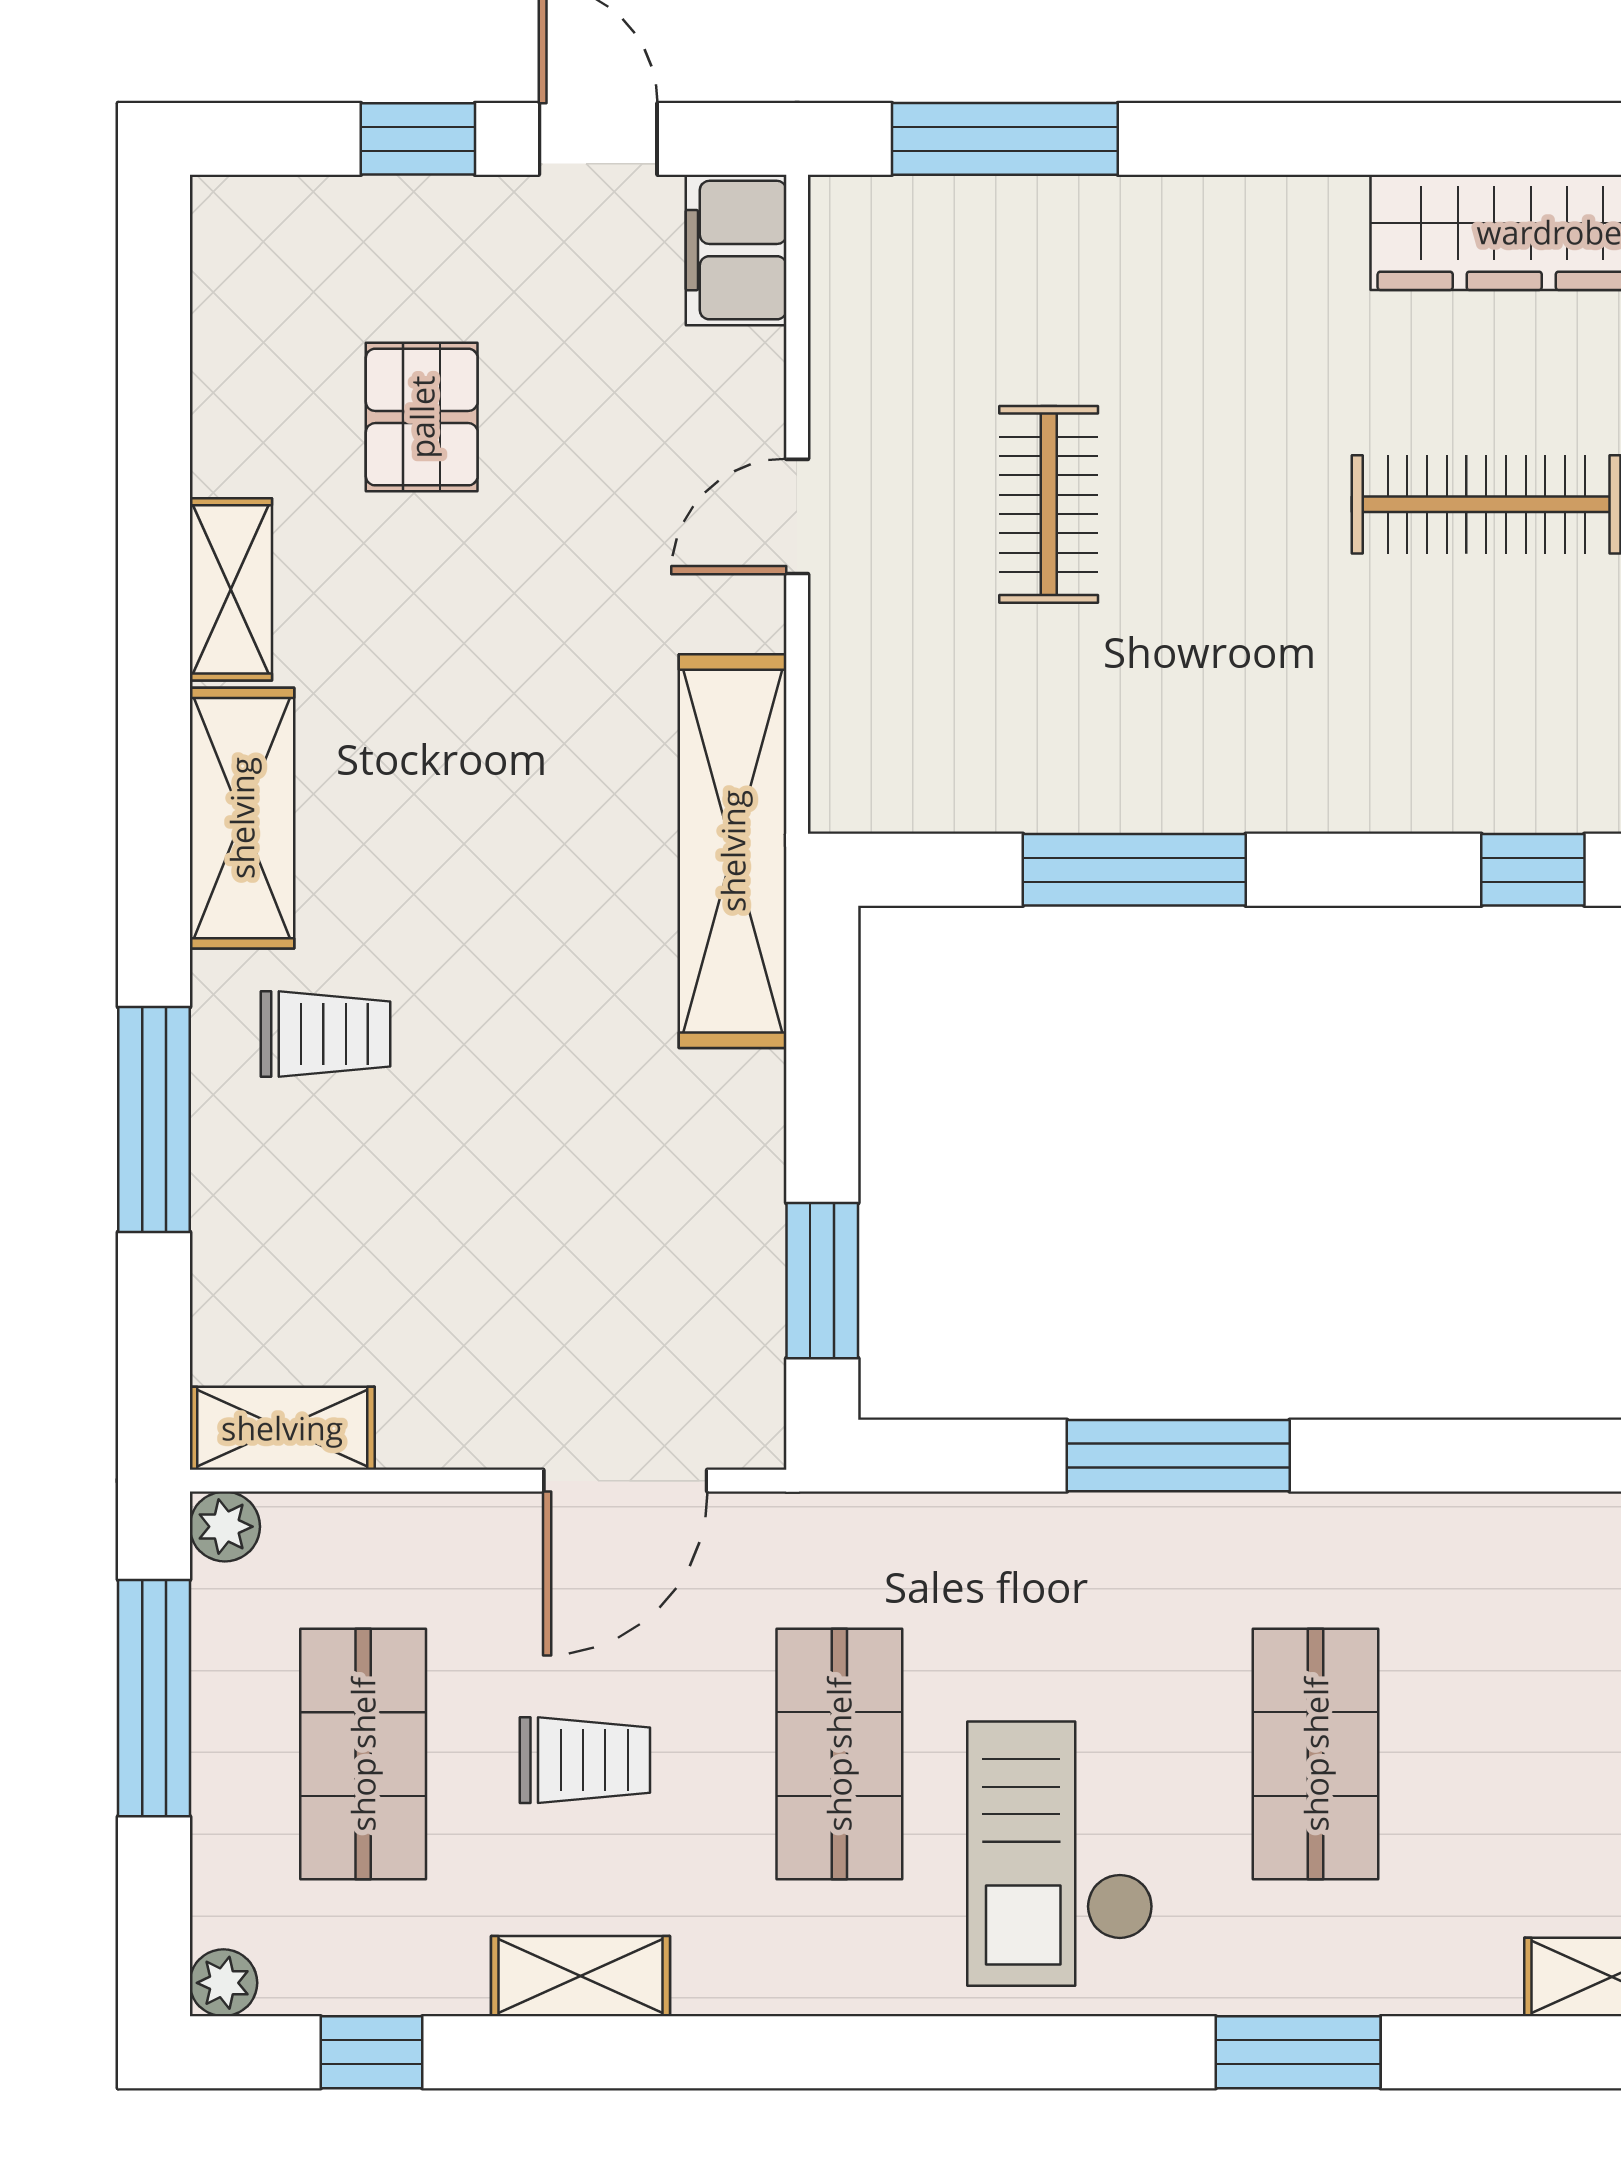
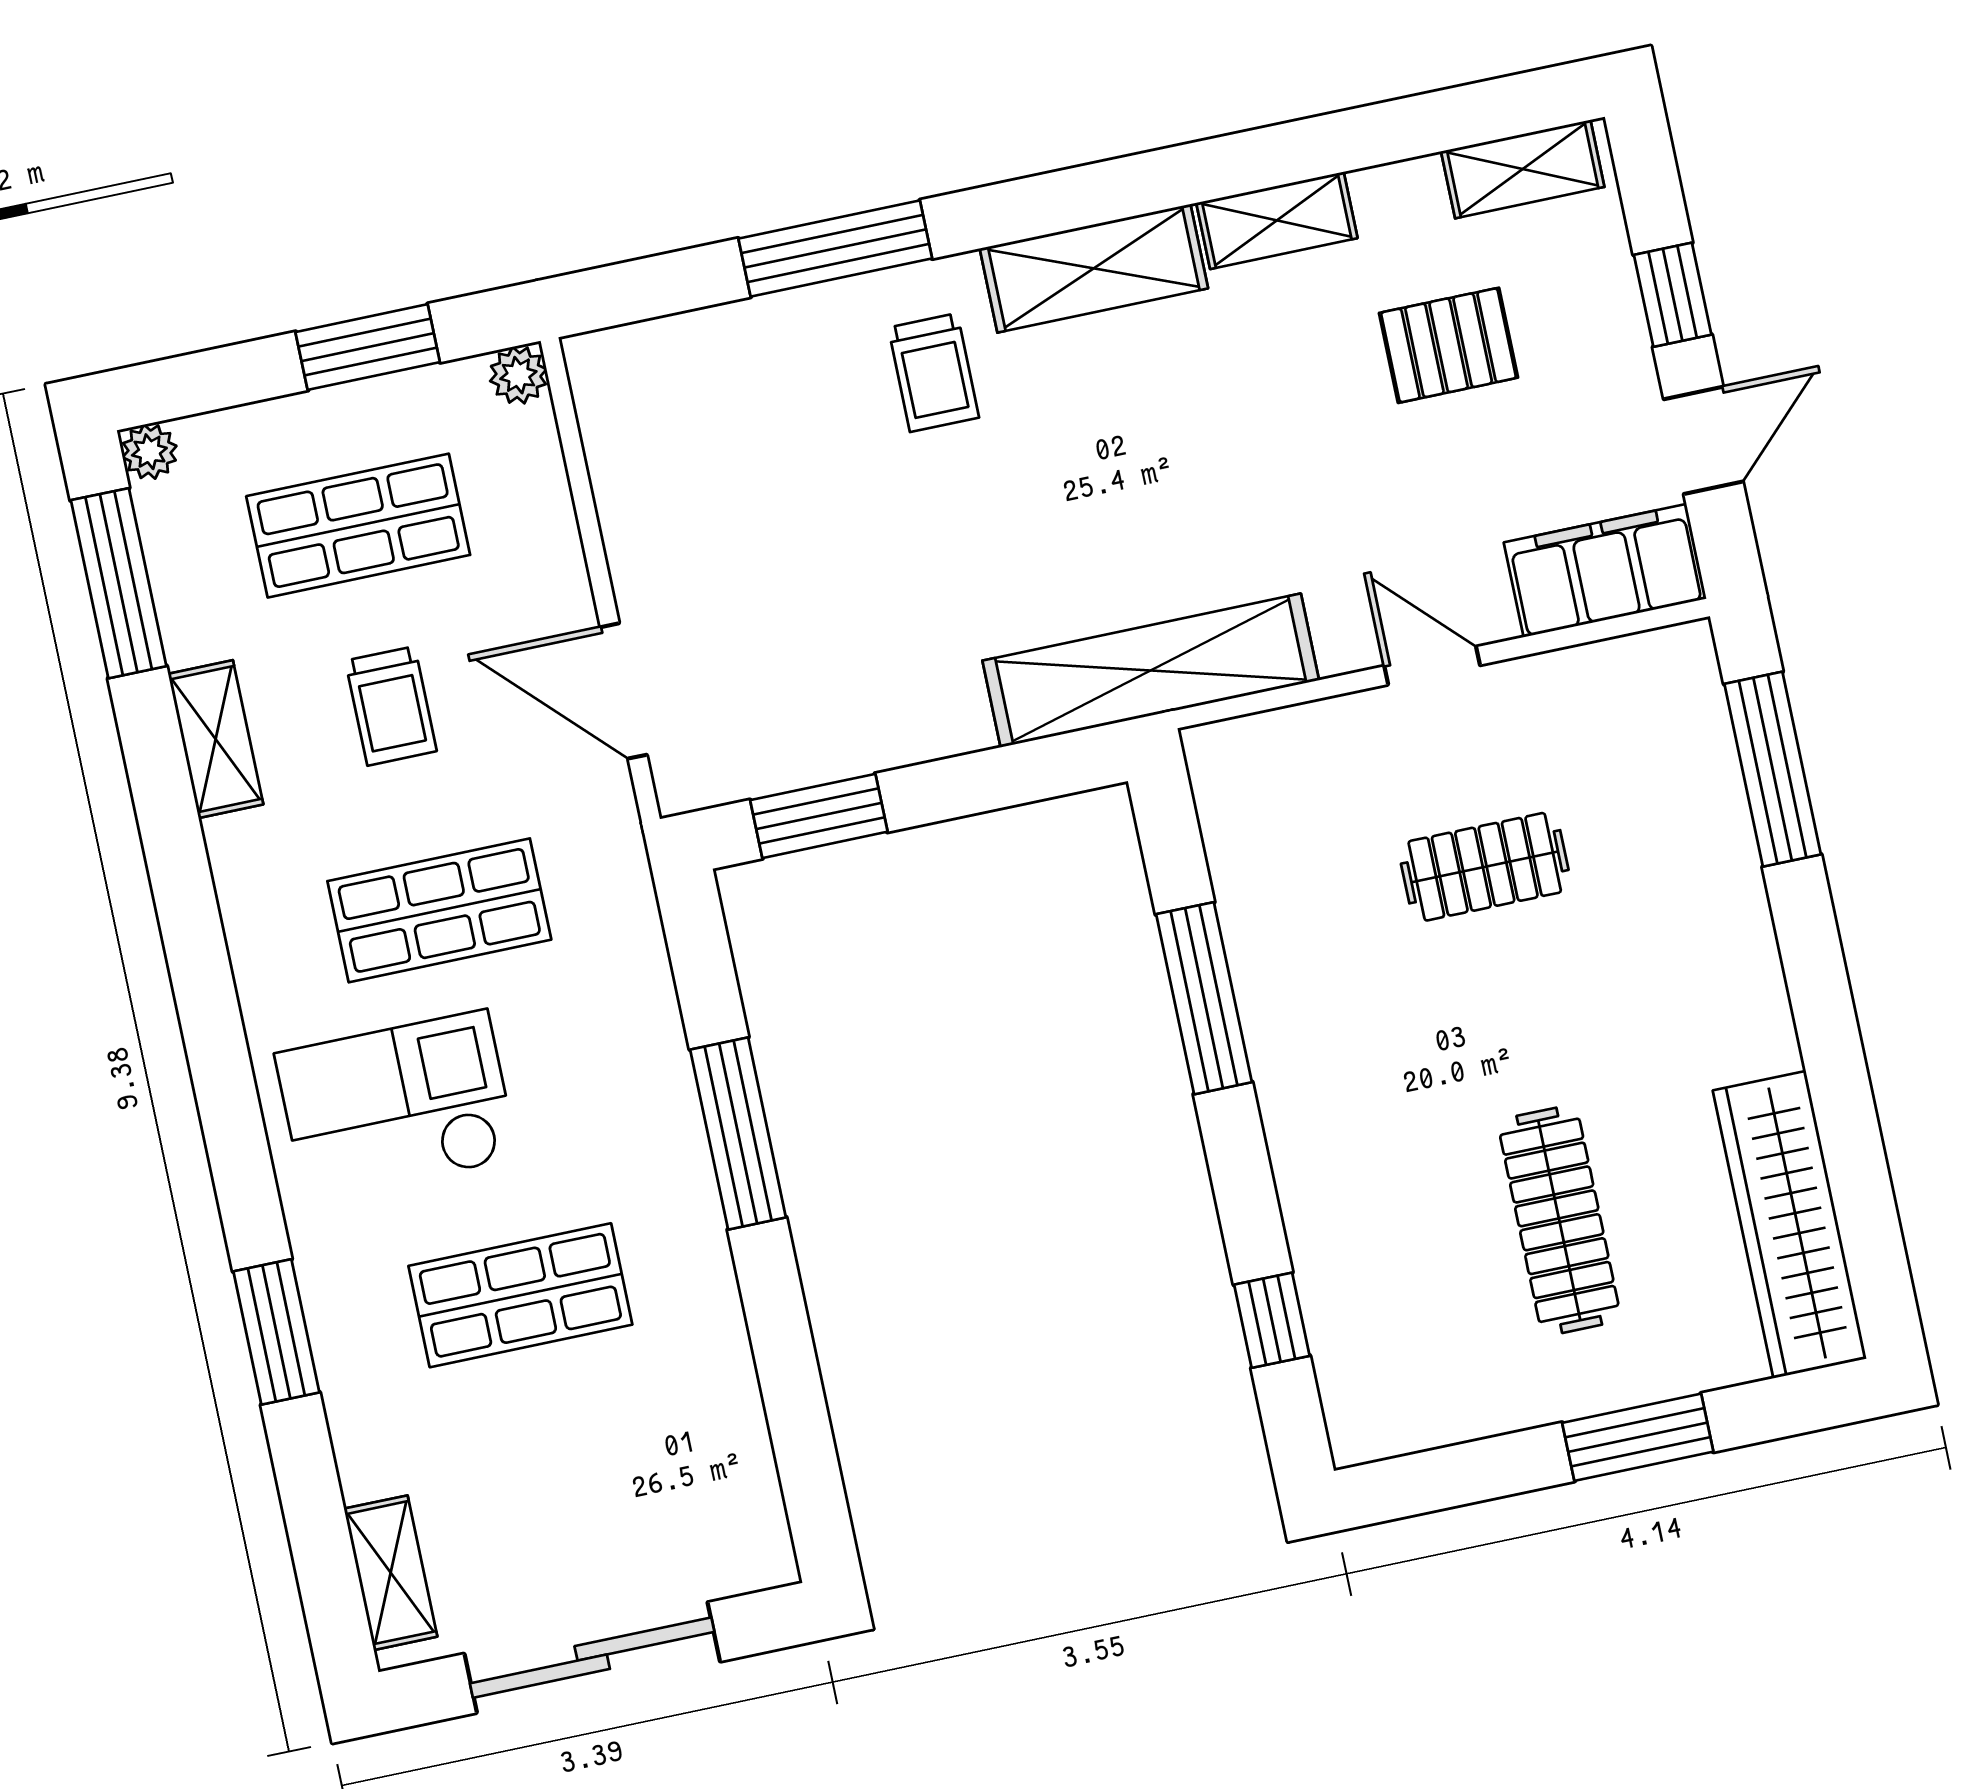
filing cabinet: (736, 250) -> (1605, 571), width x1.50, depth x1.17
shelving: (282, 1428) -> (1523, 169), moved, turned 90
window: (154, 1698) -> (368, 347), width x0.69
window: (372, 2052) -> (119, 583), width x2.17

